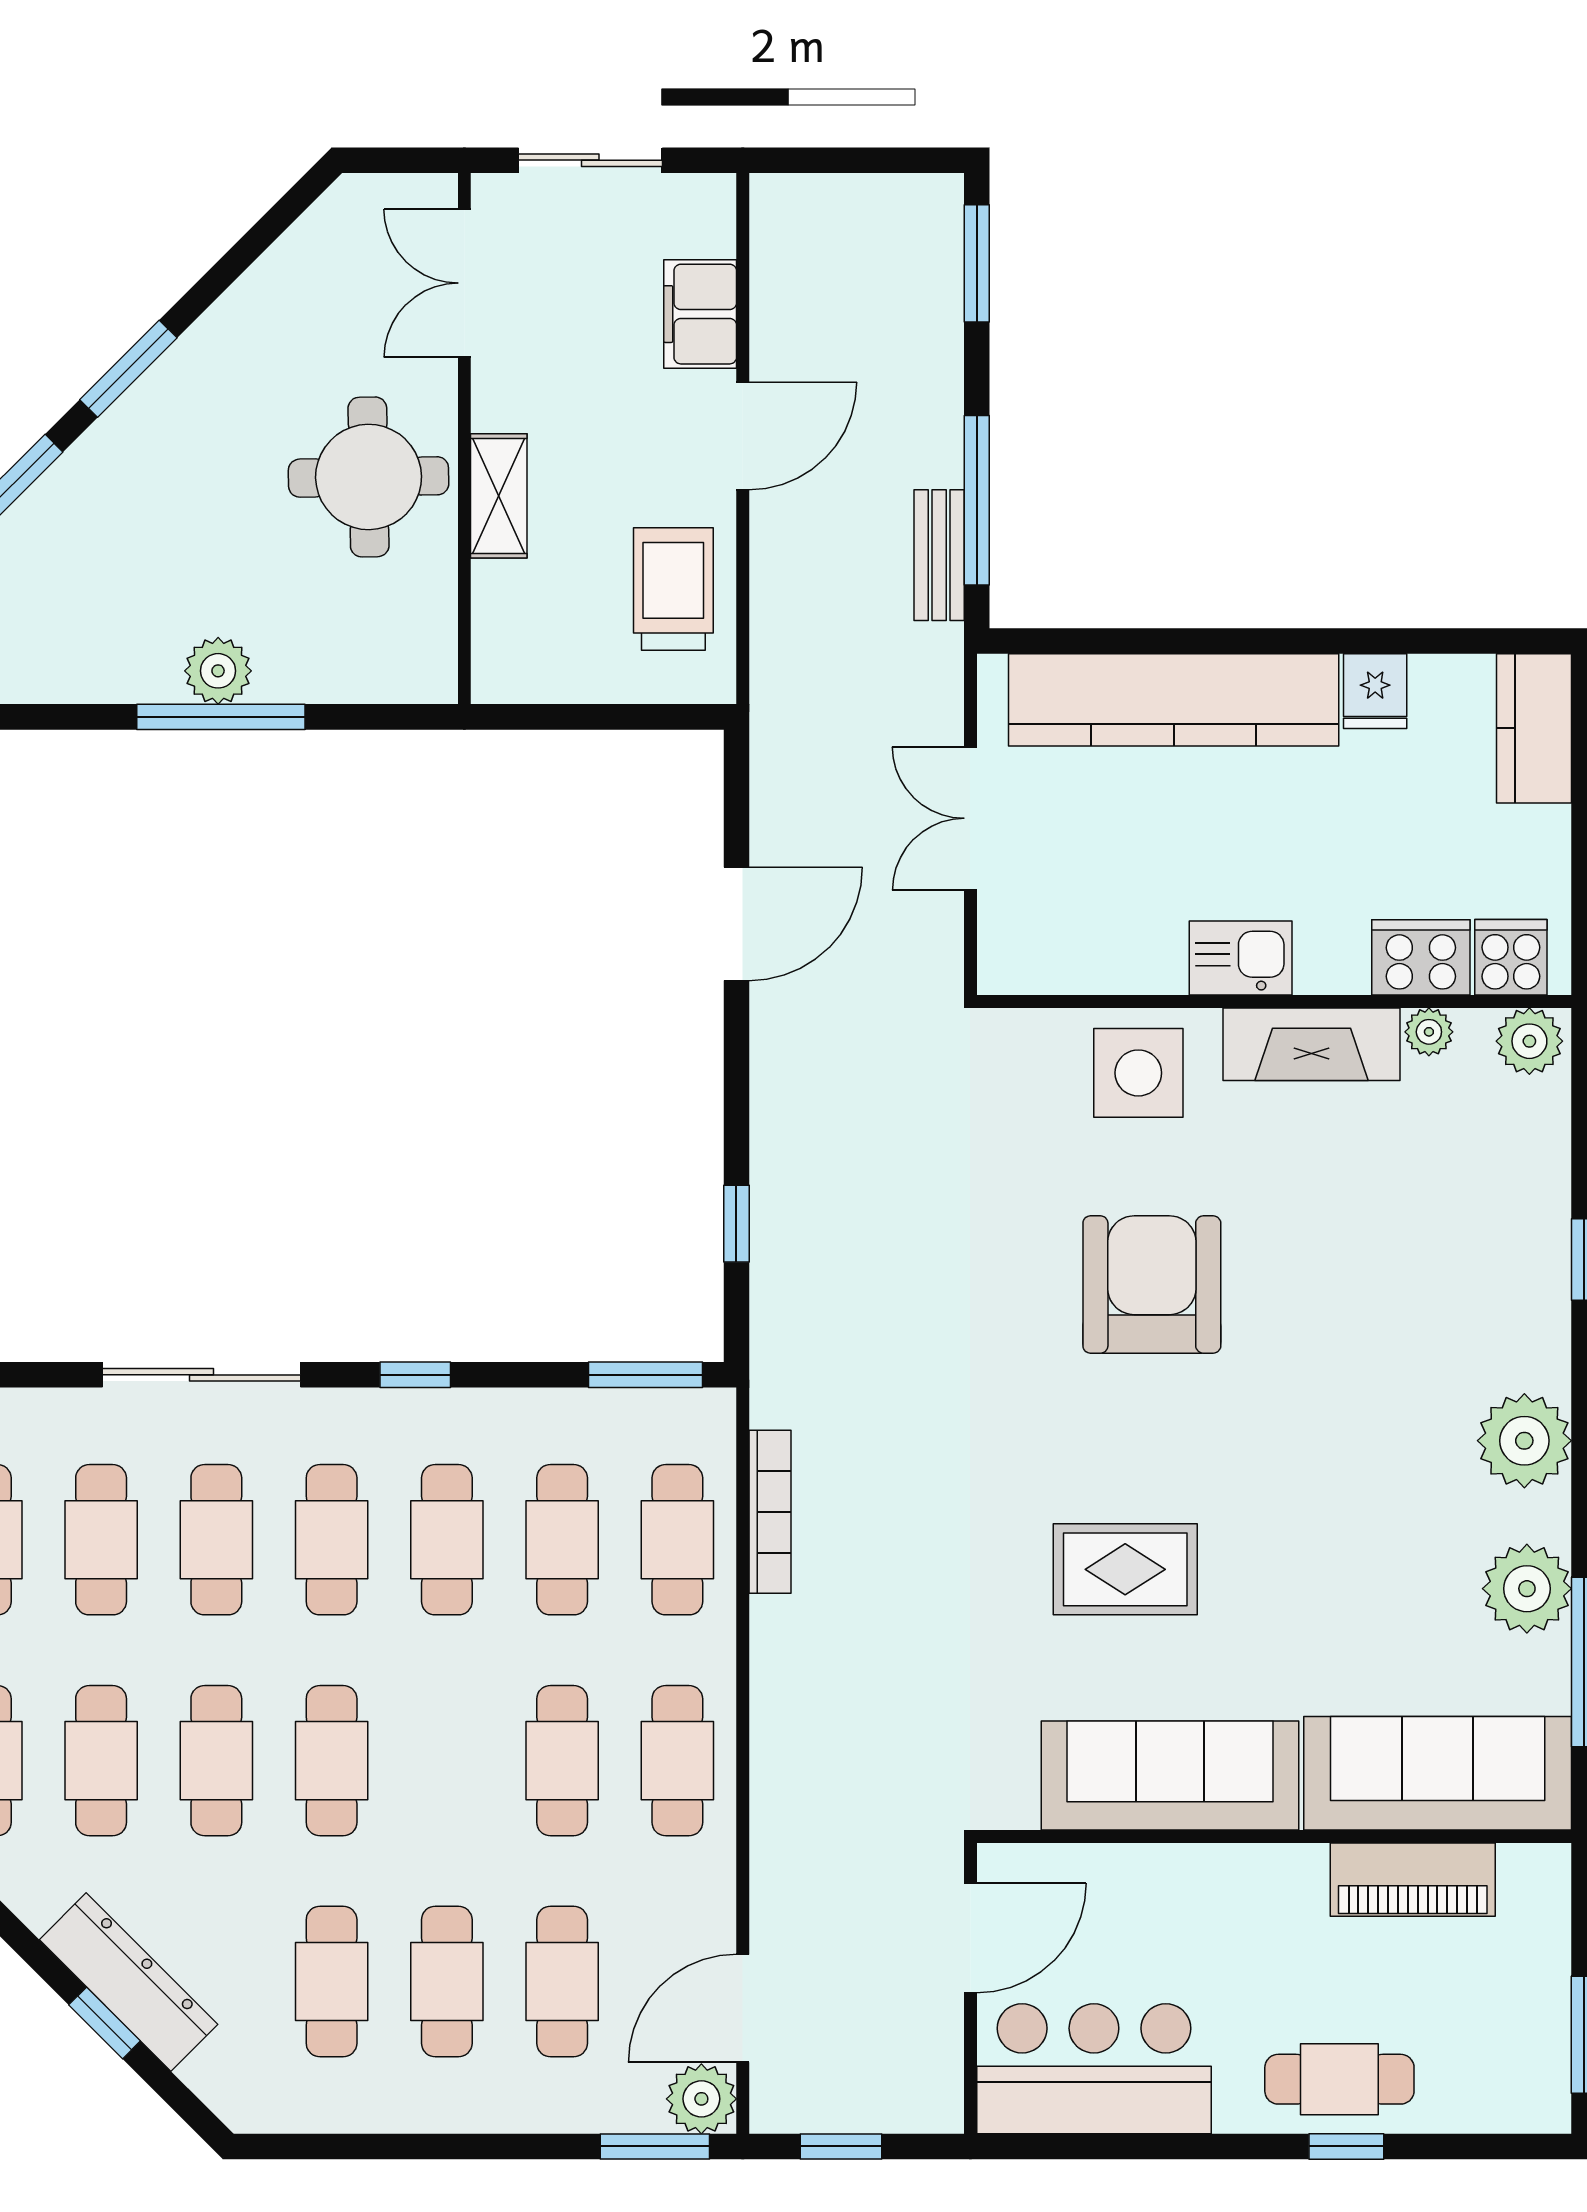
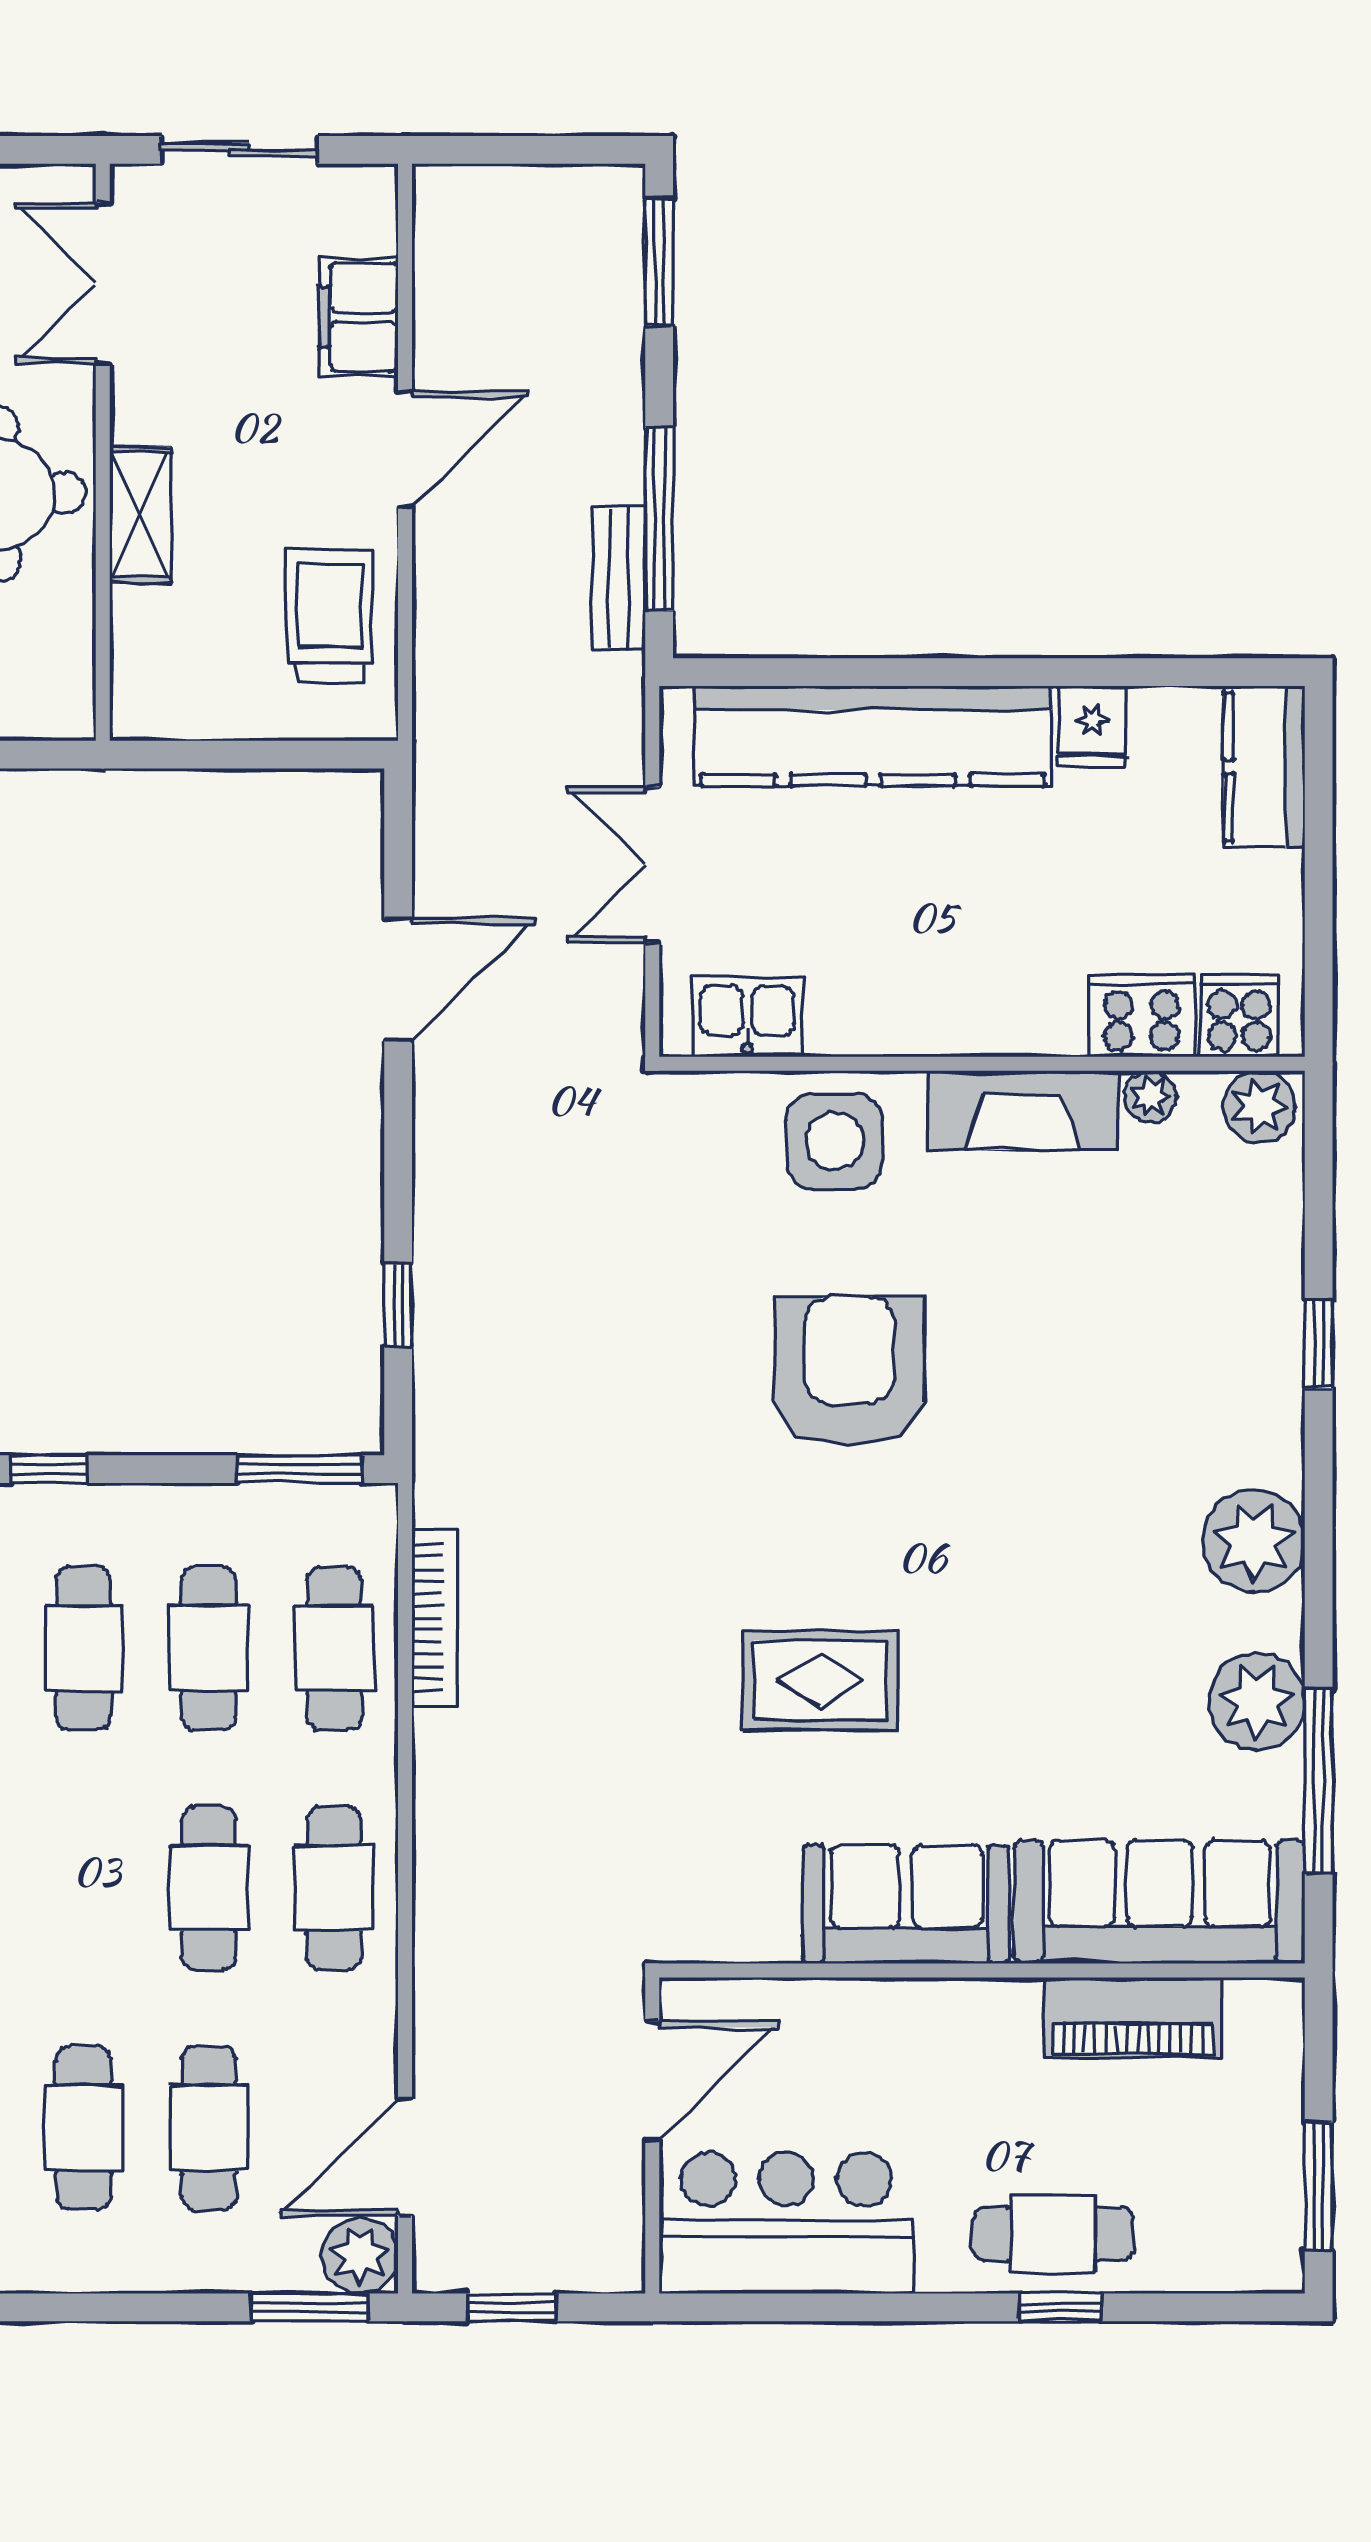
kitchen sink: (1241, 958) -> (747, 1016), moved
sofa: (1170, 1775) -> (906, 1904), width x0.73

